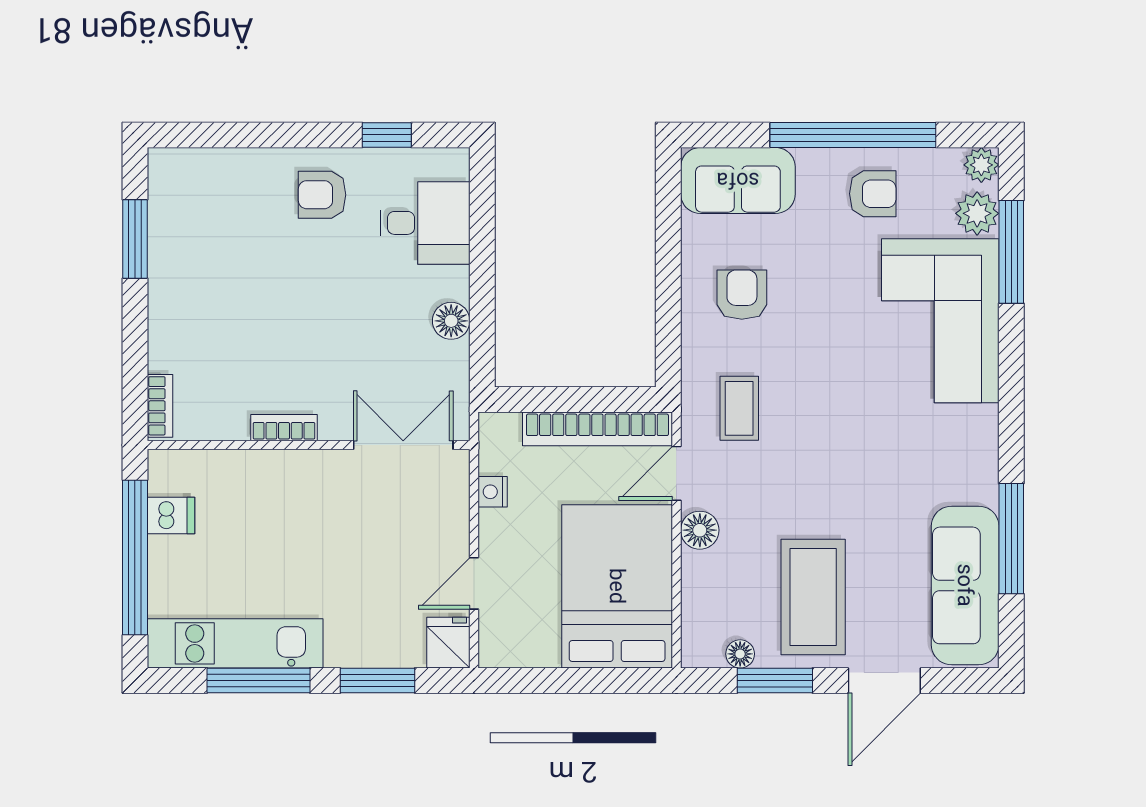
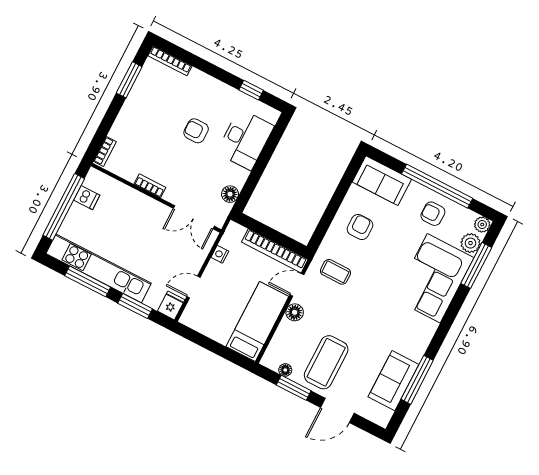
bookcase: (196, 160) -> (170, 61), added
armchair: (873, 194) -> (433, 214), turned 180
armchair: (322, 195) -> (196, 131), moved
desk: (425, 223) -> (245, 139), width x1.37
floor lamp: (451, 321) -> (230, 194), moved
coffee table: (739, 408) -> (335, 272), turned 90
double door: (403, 445) -> (194, 217), swing flipped
sofa: (965, 585) -> (393, 381), width x0.73
bed: (617, 586) -> (257, 322), width x0.67
kitchen unit: (235, 643) -> (99, 268), width x1.36

